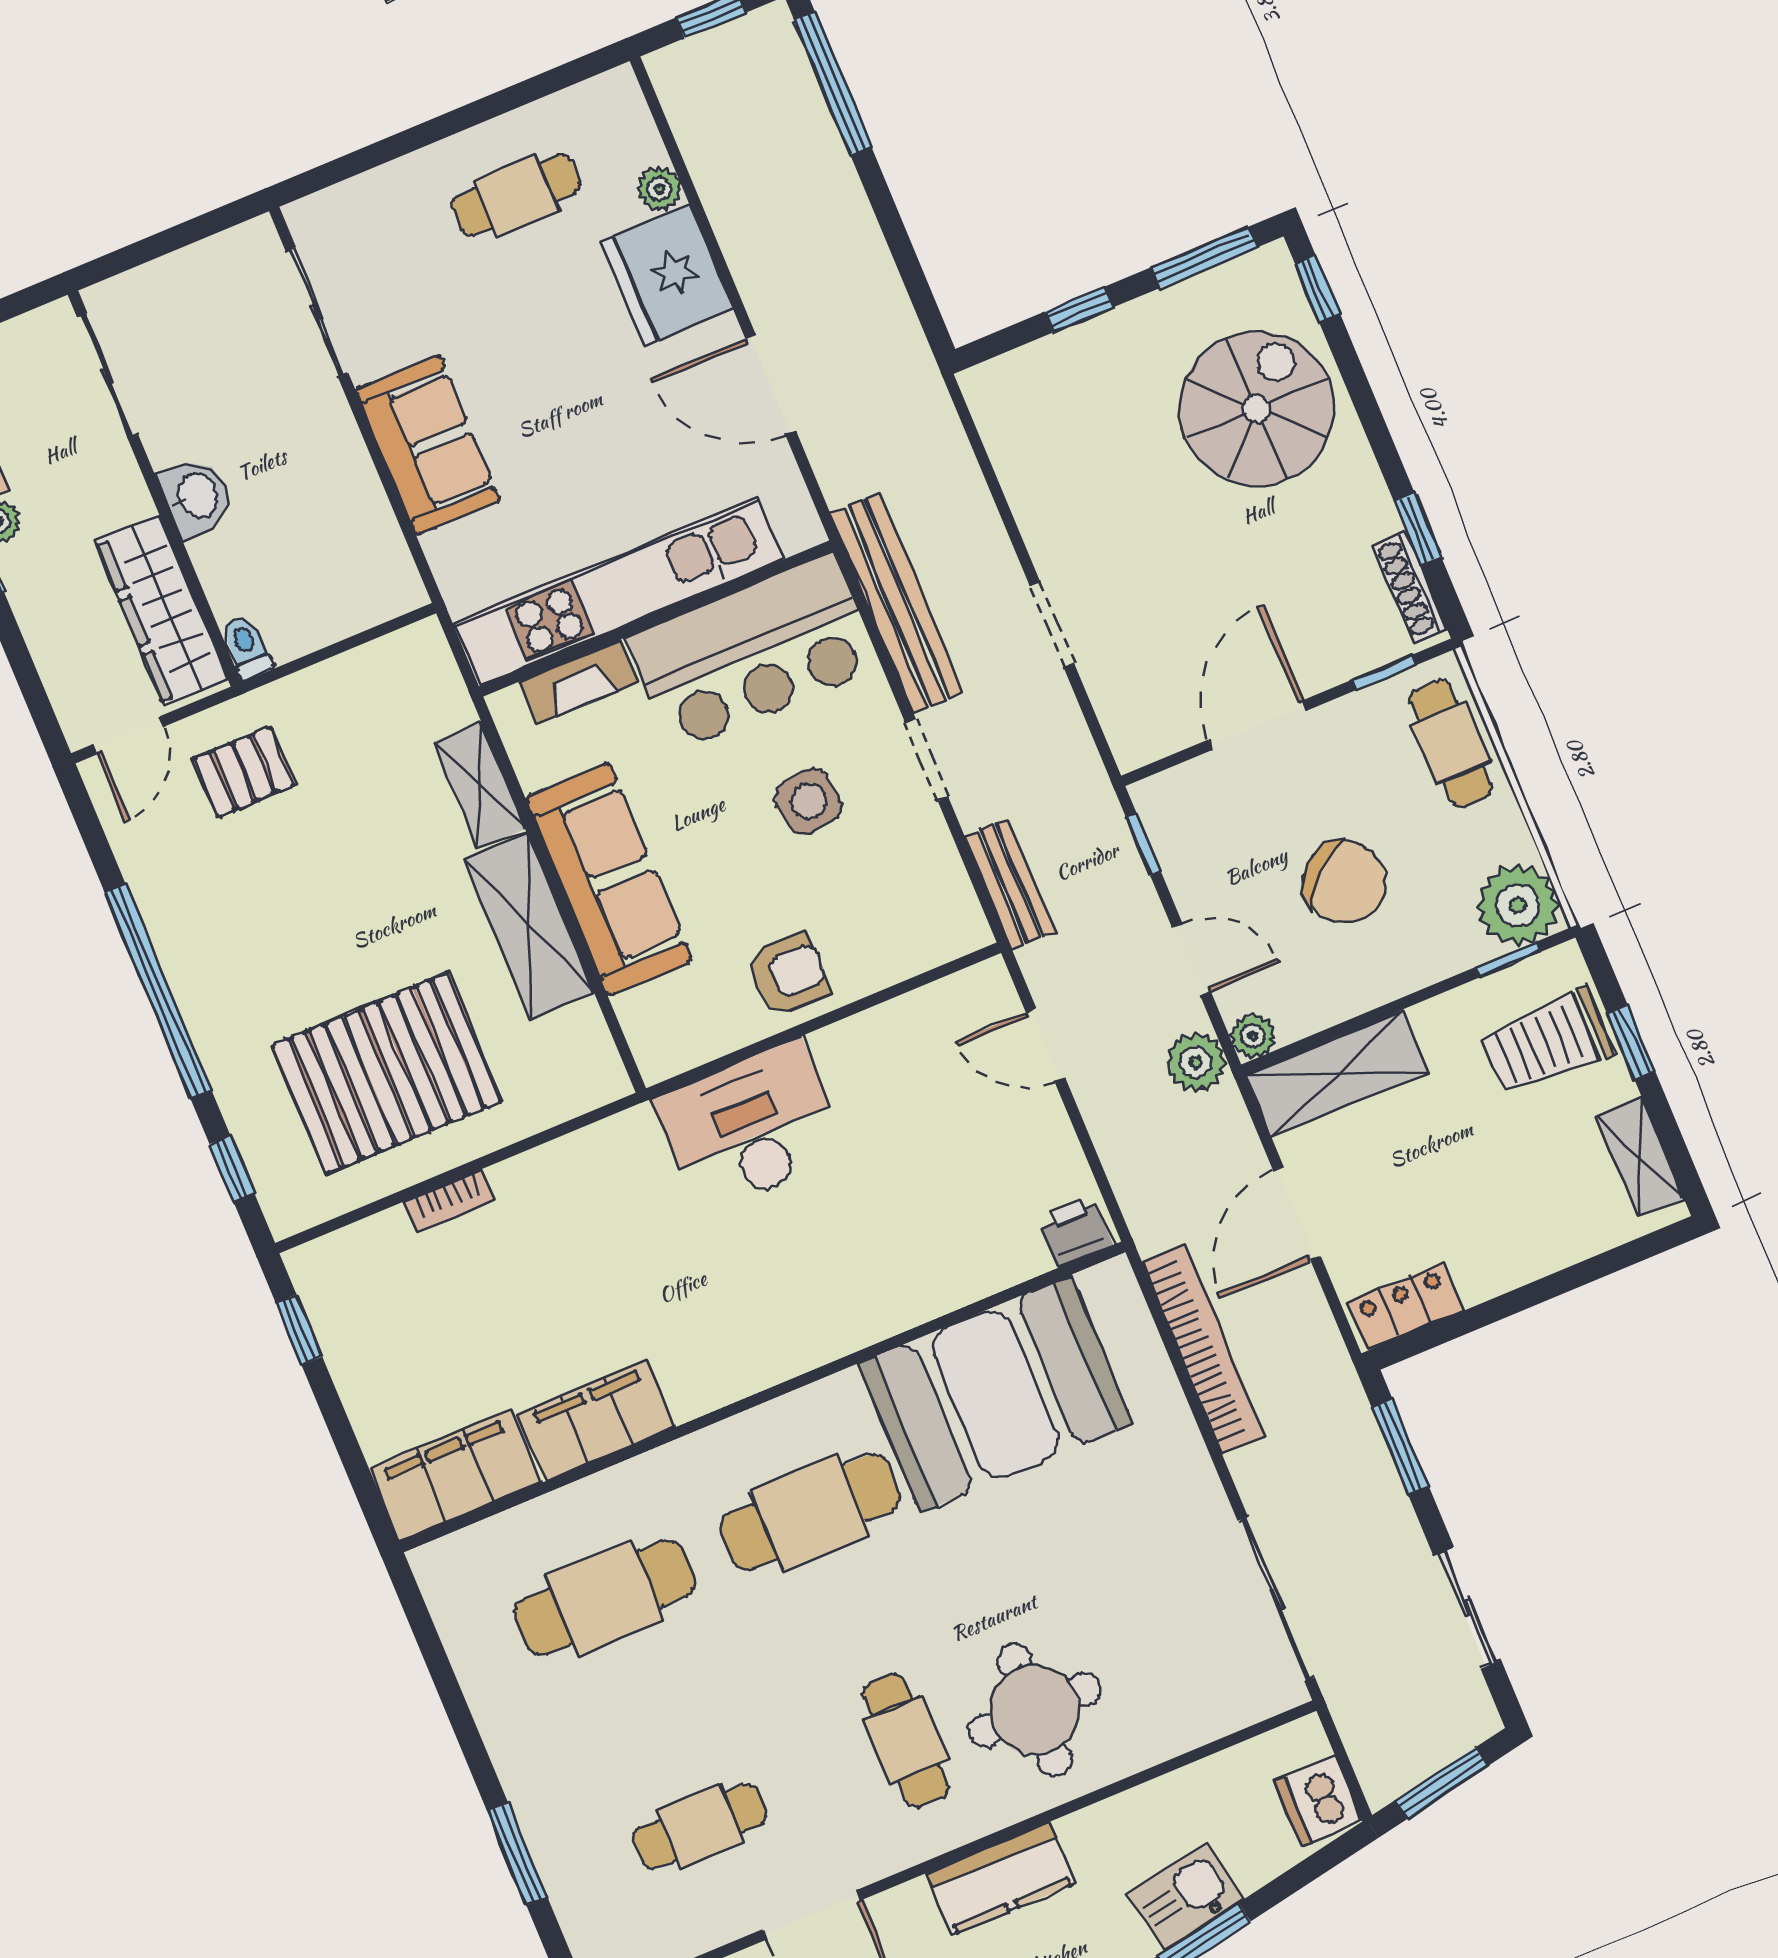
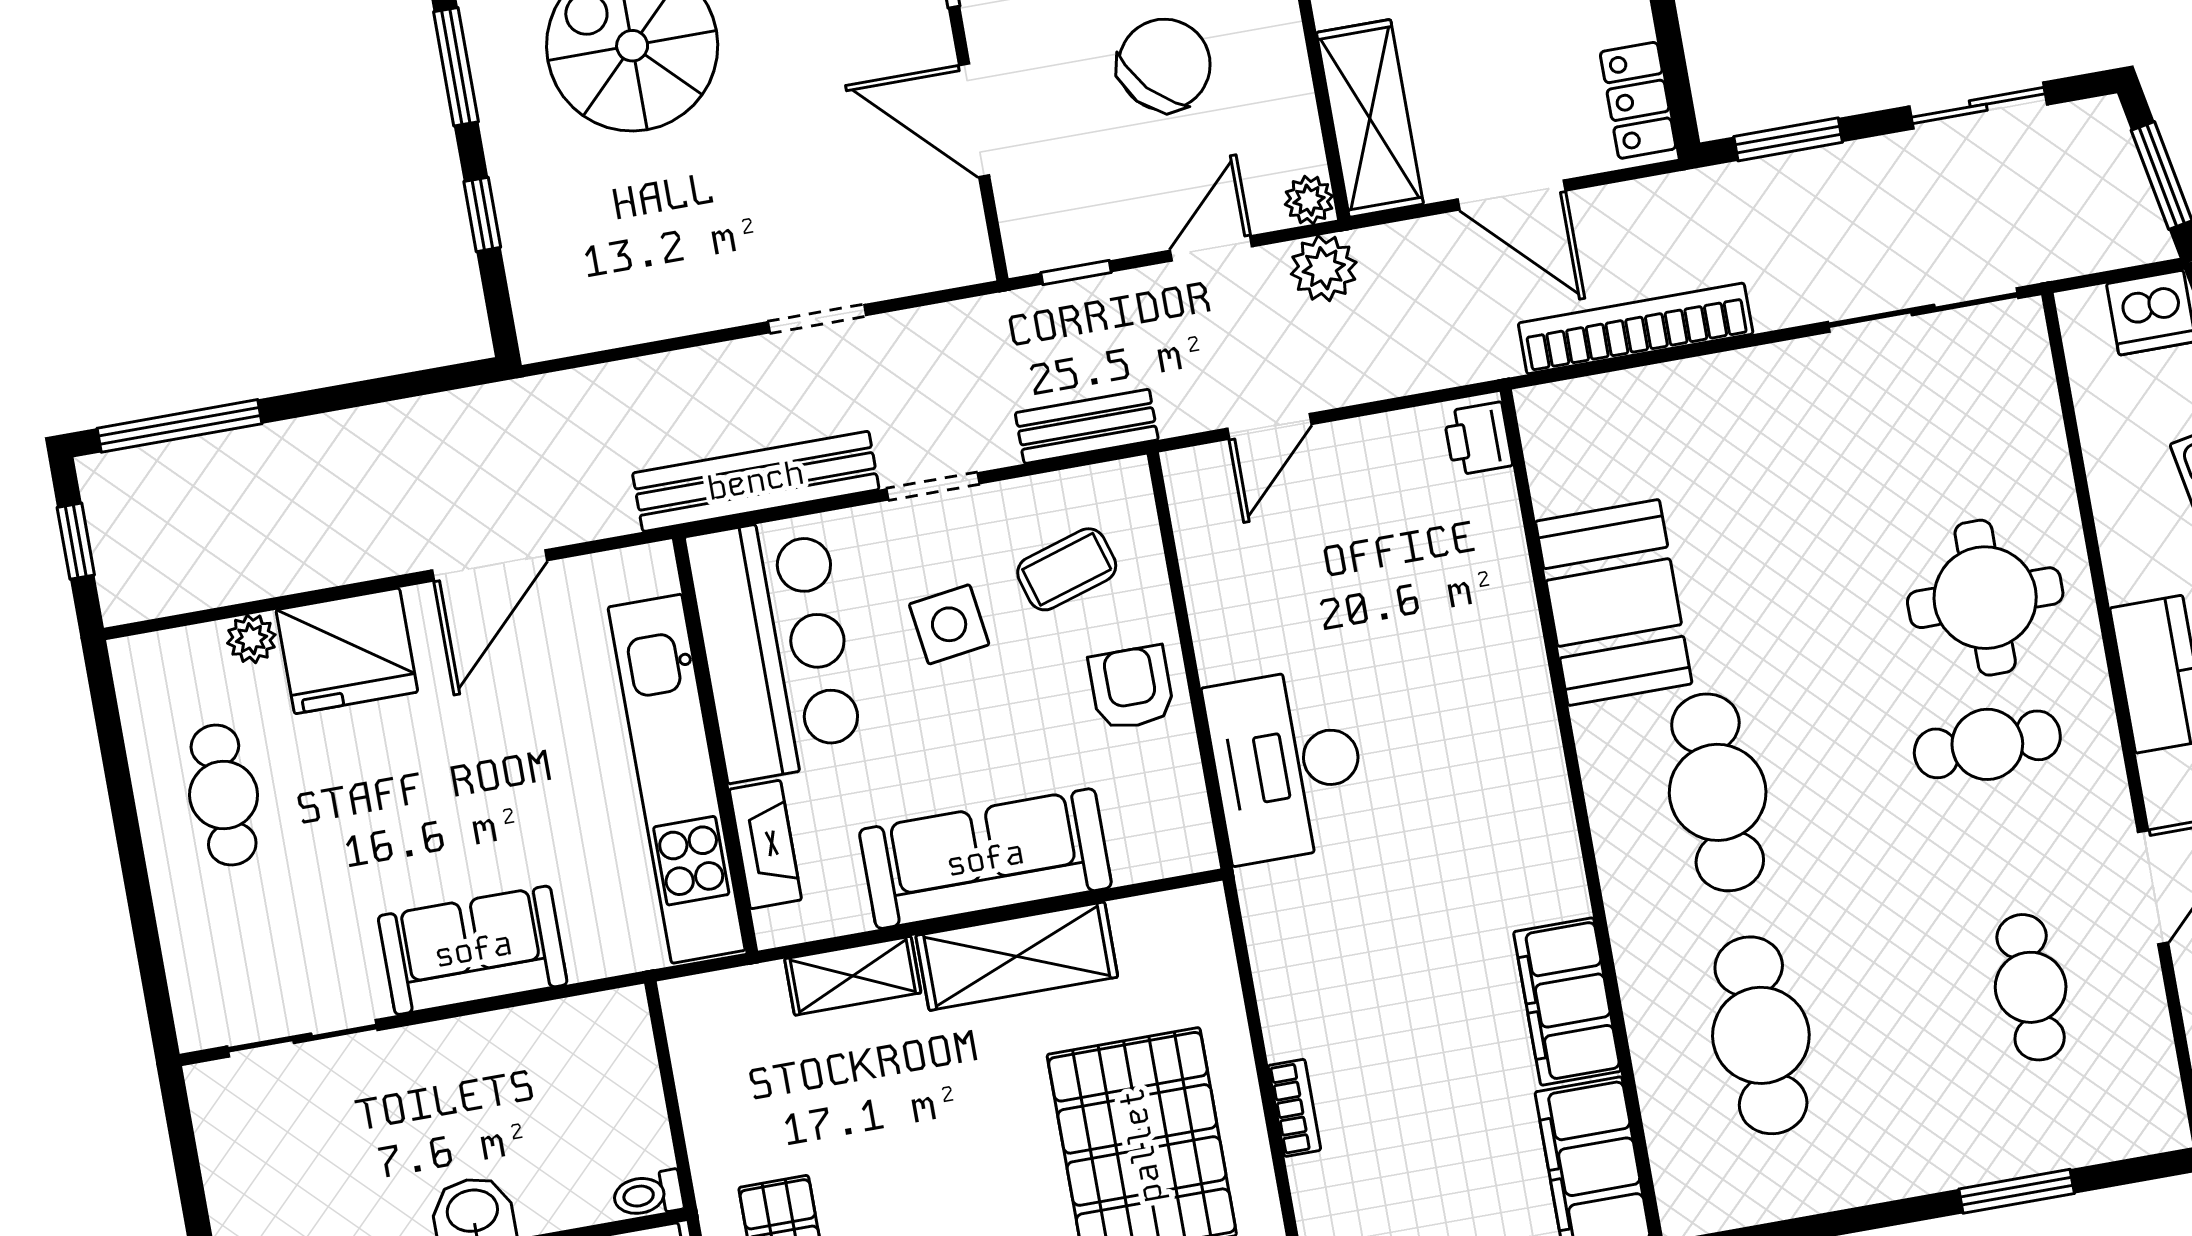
coffee table: (880, 894) -> (1067, 569), added
booth: (995, 1394) -> (1614, 602), width x0.73, depth x0.70

